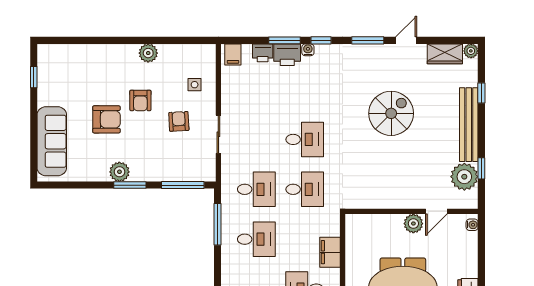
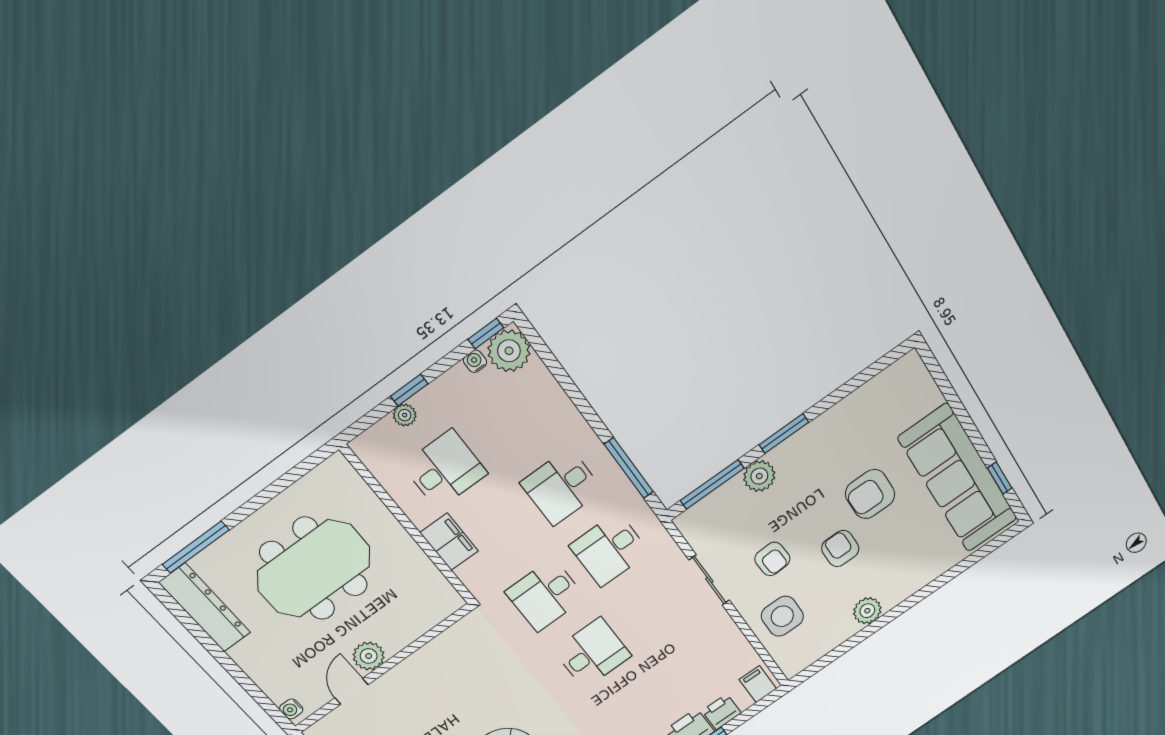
side table: (195, 85) -> (782, 616), width x1.87, depth x1.87
desk: (305, 139) -> (592, 653), turned 180
sofa: (52, 141) -> (958, 479), moved, width x1.36, depth x1.27
plant: (119, 172) -> (759, 476), moved

